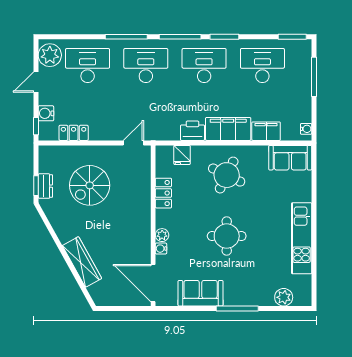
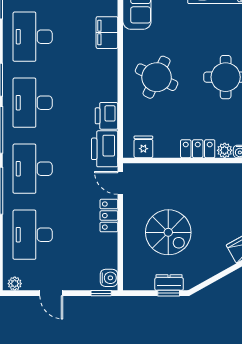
plant: (50, 55) -> (15, 284), width x0.53, depth x0.53
water cooler: (46, 113) -> (109, 278), moved, turned -90
printer: (163, 129) -> (105, 149), added
filing cabinet: (228, 129) -> (104, 75), removed
locker: (74, 133) -> (109, 216), moved
fridge: (182, 155) -> (143, 147), moved, turned -90
locker: (163, 193) -> (198, 149), moved

